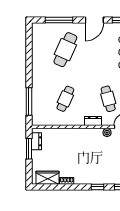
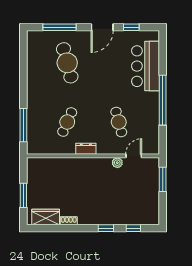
cafe table: (65, 50) -> (67, 63), turned -39
dresser: (93, 121) -> (86, 149), moved
dresser: (36, 141) -> (32, 173), removed
window: (29, 149) -> (23, 195), moved

